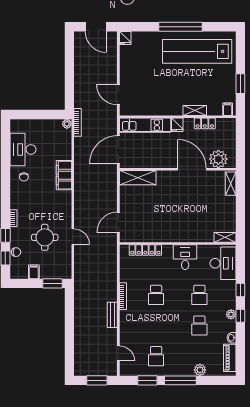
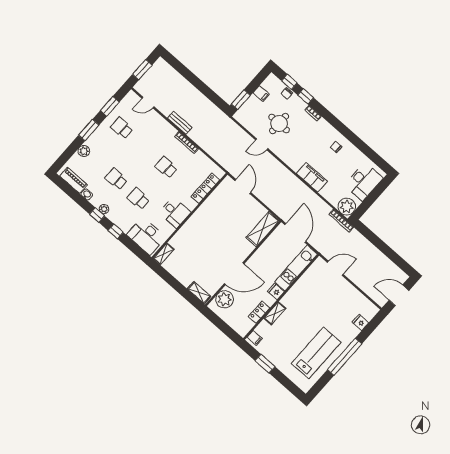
fridge: (125, 38) -> (360, 322), moved
lab bench: (197, 51) -> (316, 353), width x0.73
plant: (67, 124) -> (347, 207), width x1.87, depth x1.87
desk: (23, 149) -> (364, 182), moved, turned 90
window: (180, 380) -> (89, 130), width x0.69

